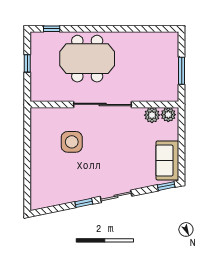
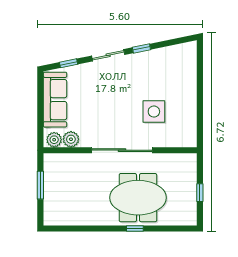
window: (52, 29) -> (135, 228), moved
sofa: (167, 160) -> (55, 100), width x1.36
window: (166, 186) -> (69, 63), moved

